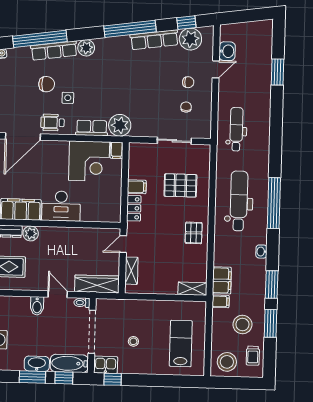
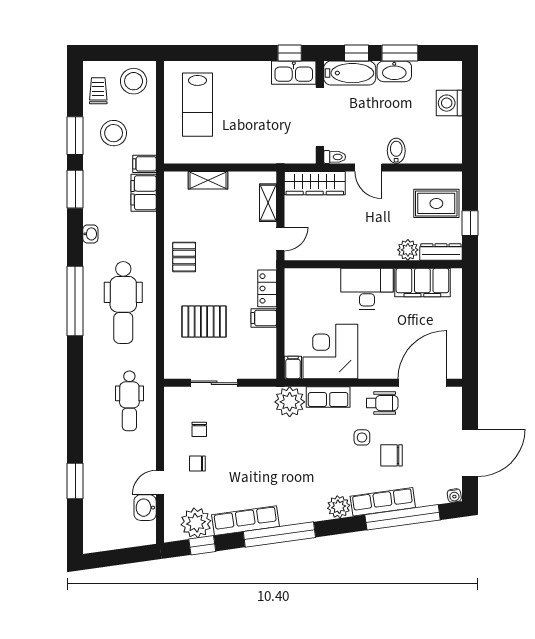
shelving: (192, 289) -> (208, 180), moved
stool: (133, 341) -> (263, 106), removed
kitchen sink: (106, 365) -> (294, 73), width x1.38

